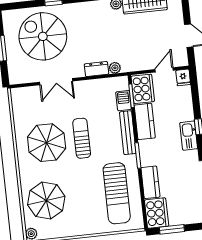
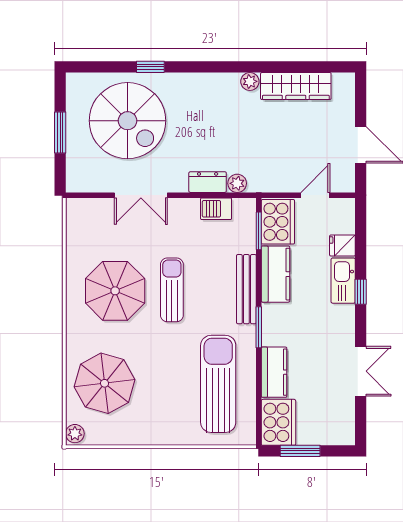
spiral stairs: (43, 36) -> (128, 121), turned 180
fridge: (183, 77) -> (342, 246), moved, turned 90
barbecue: (124, 101) -> (216, 209), moved, turned -90
kitchen sink: (189, 136) -> (343, 281), moved
sun lounger: (117, 193) -> (218, 384), turned 180

